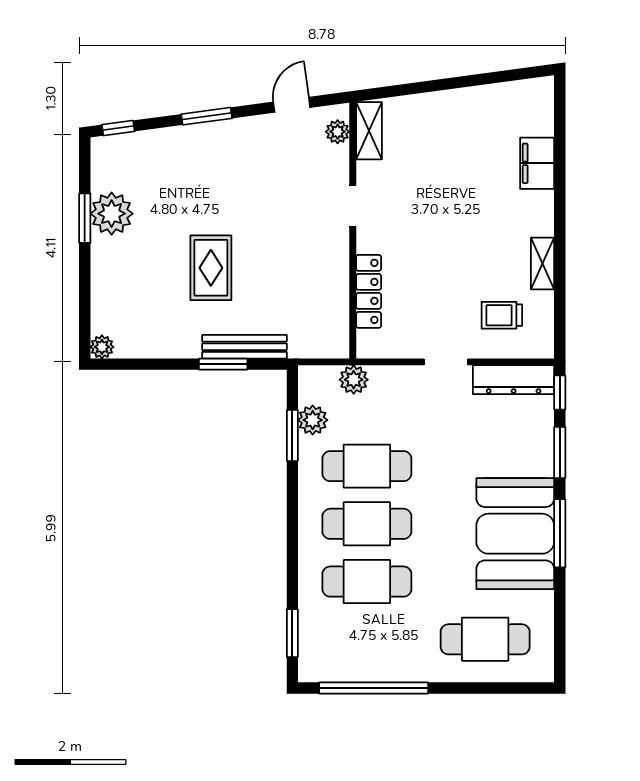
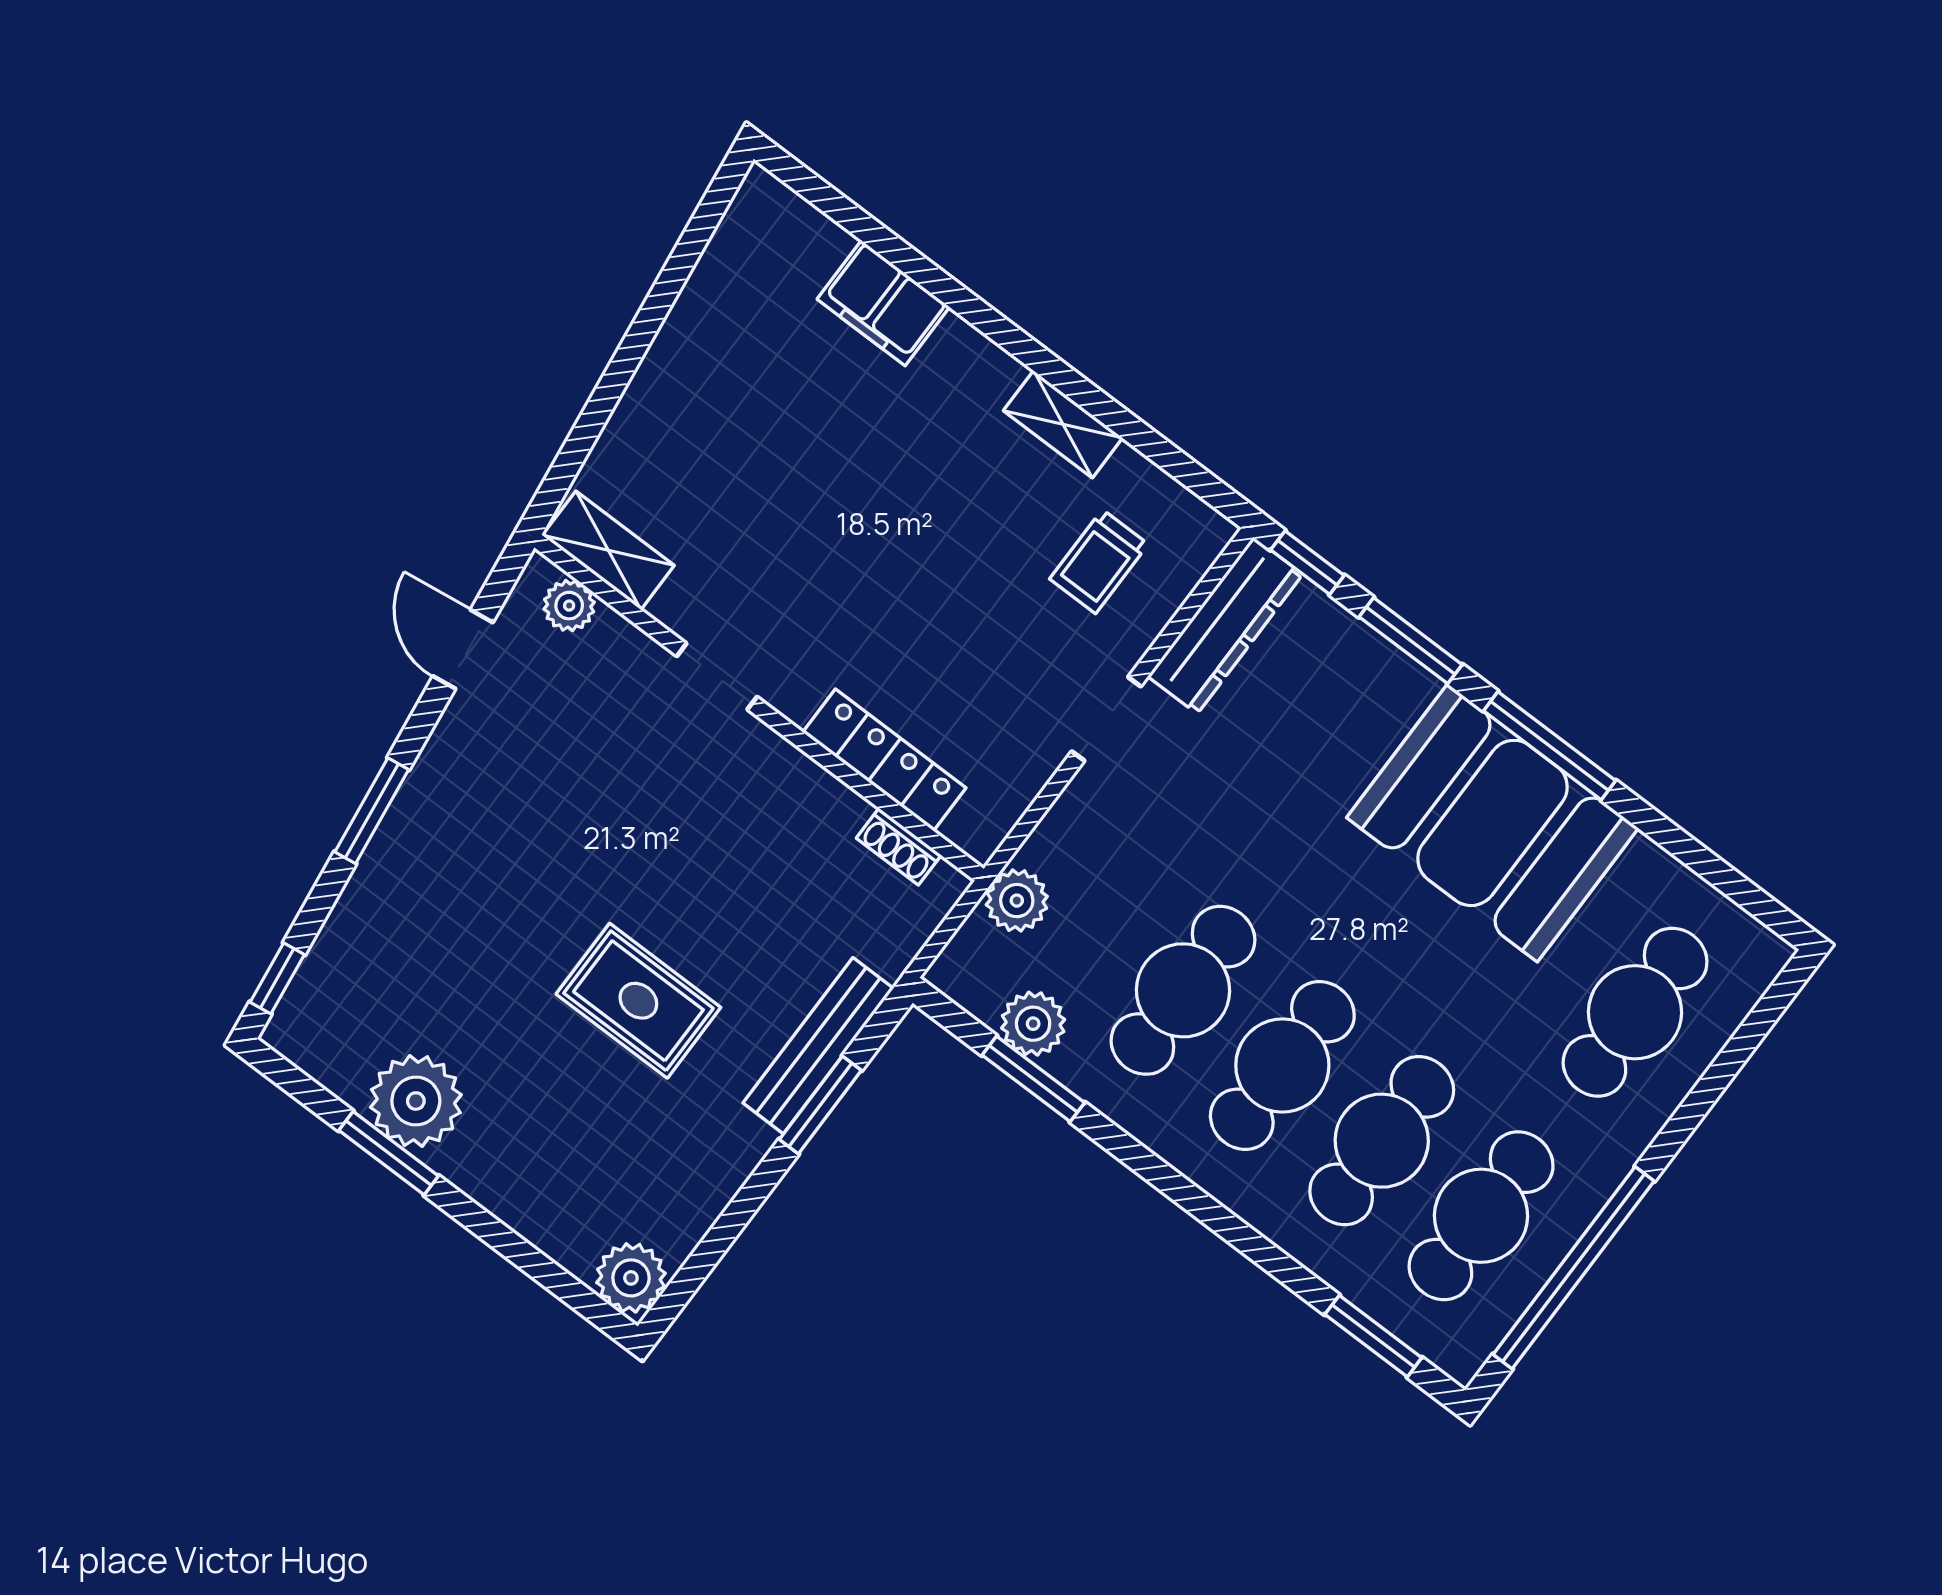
shoe rack: (341, 321) -> (899, 847), added
plant: (102, 347) -> (631, 1278), width x1.38, depth x1.38
cafe table: (367, 639) -> (1481, 1216), added

